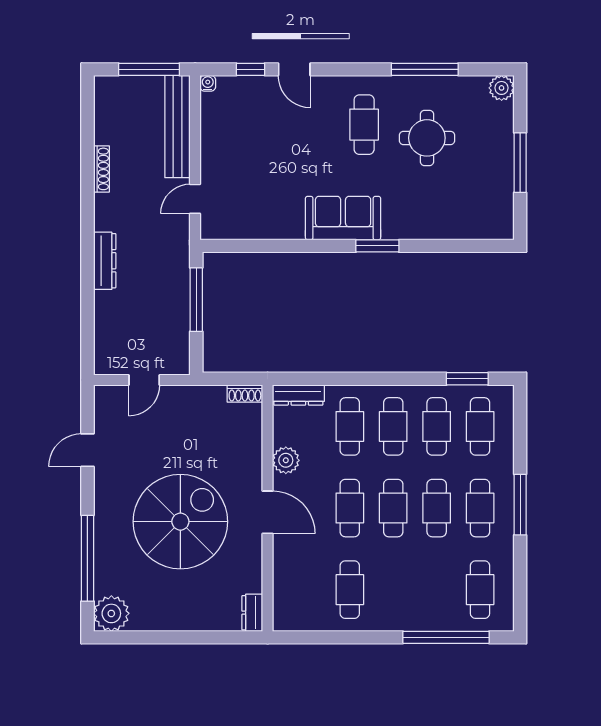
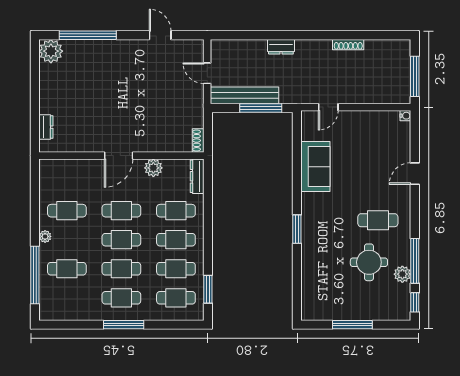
window: (251, 69) -> (415, 302), moved
plant: (502, 88) -> (402, 274), moved
bench: (177, 127) -> (245, 95), moved
door: (195, 199) -> (328, 107), swing flipped
sofa: (343, 218) -> (315, 167), moved
dresser: (105, 261) -> (281, 47), width x0.70
spiral stairs: (180, 522) -> (112, 97), removed
cafe table: (480, 590) -> (67, 269), moved
dresser: (252, 613) -> (46, 127), moved, turned 90
plant: (388, 622) -> (45, 236), added

